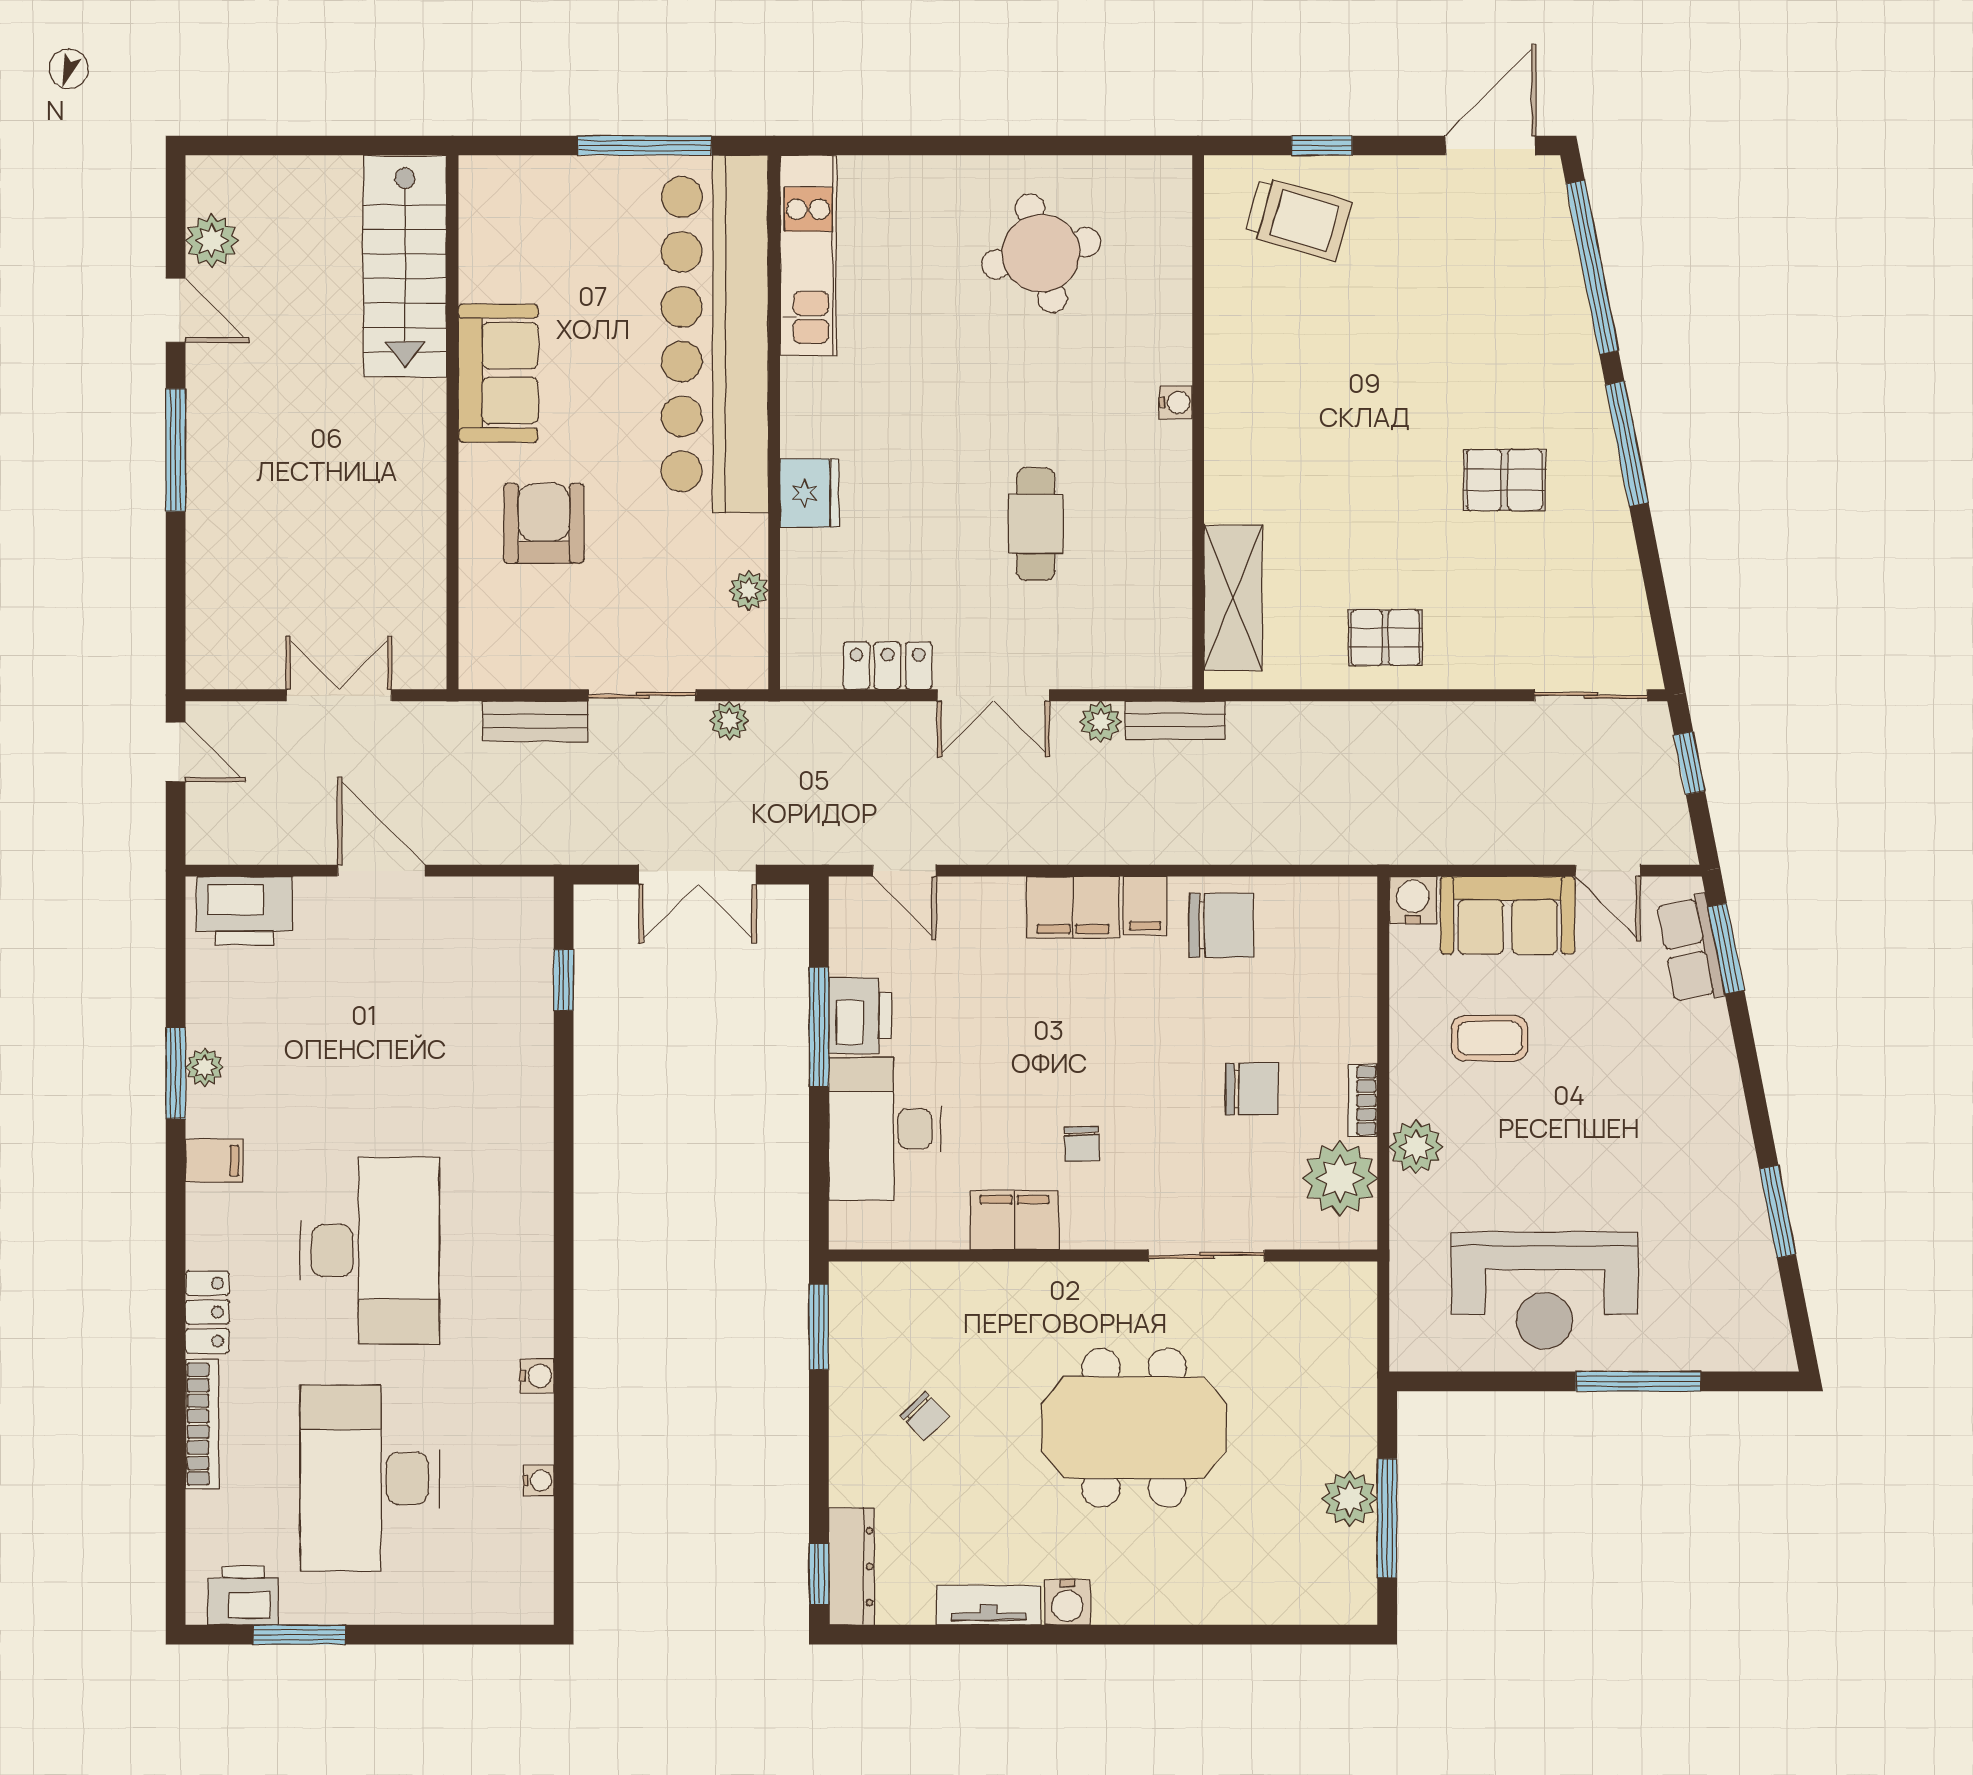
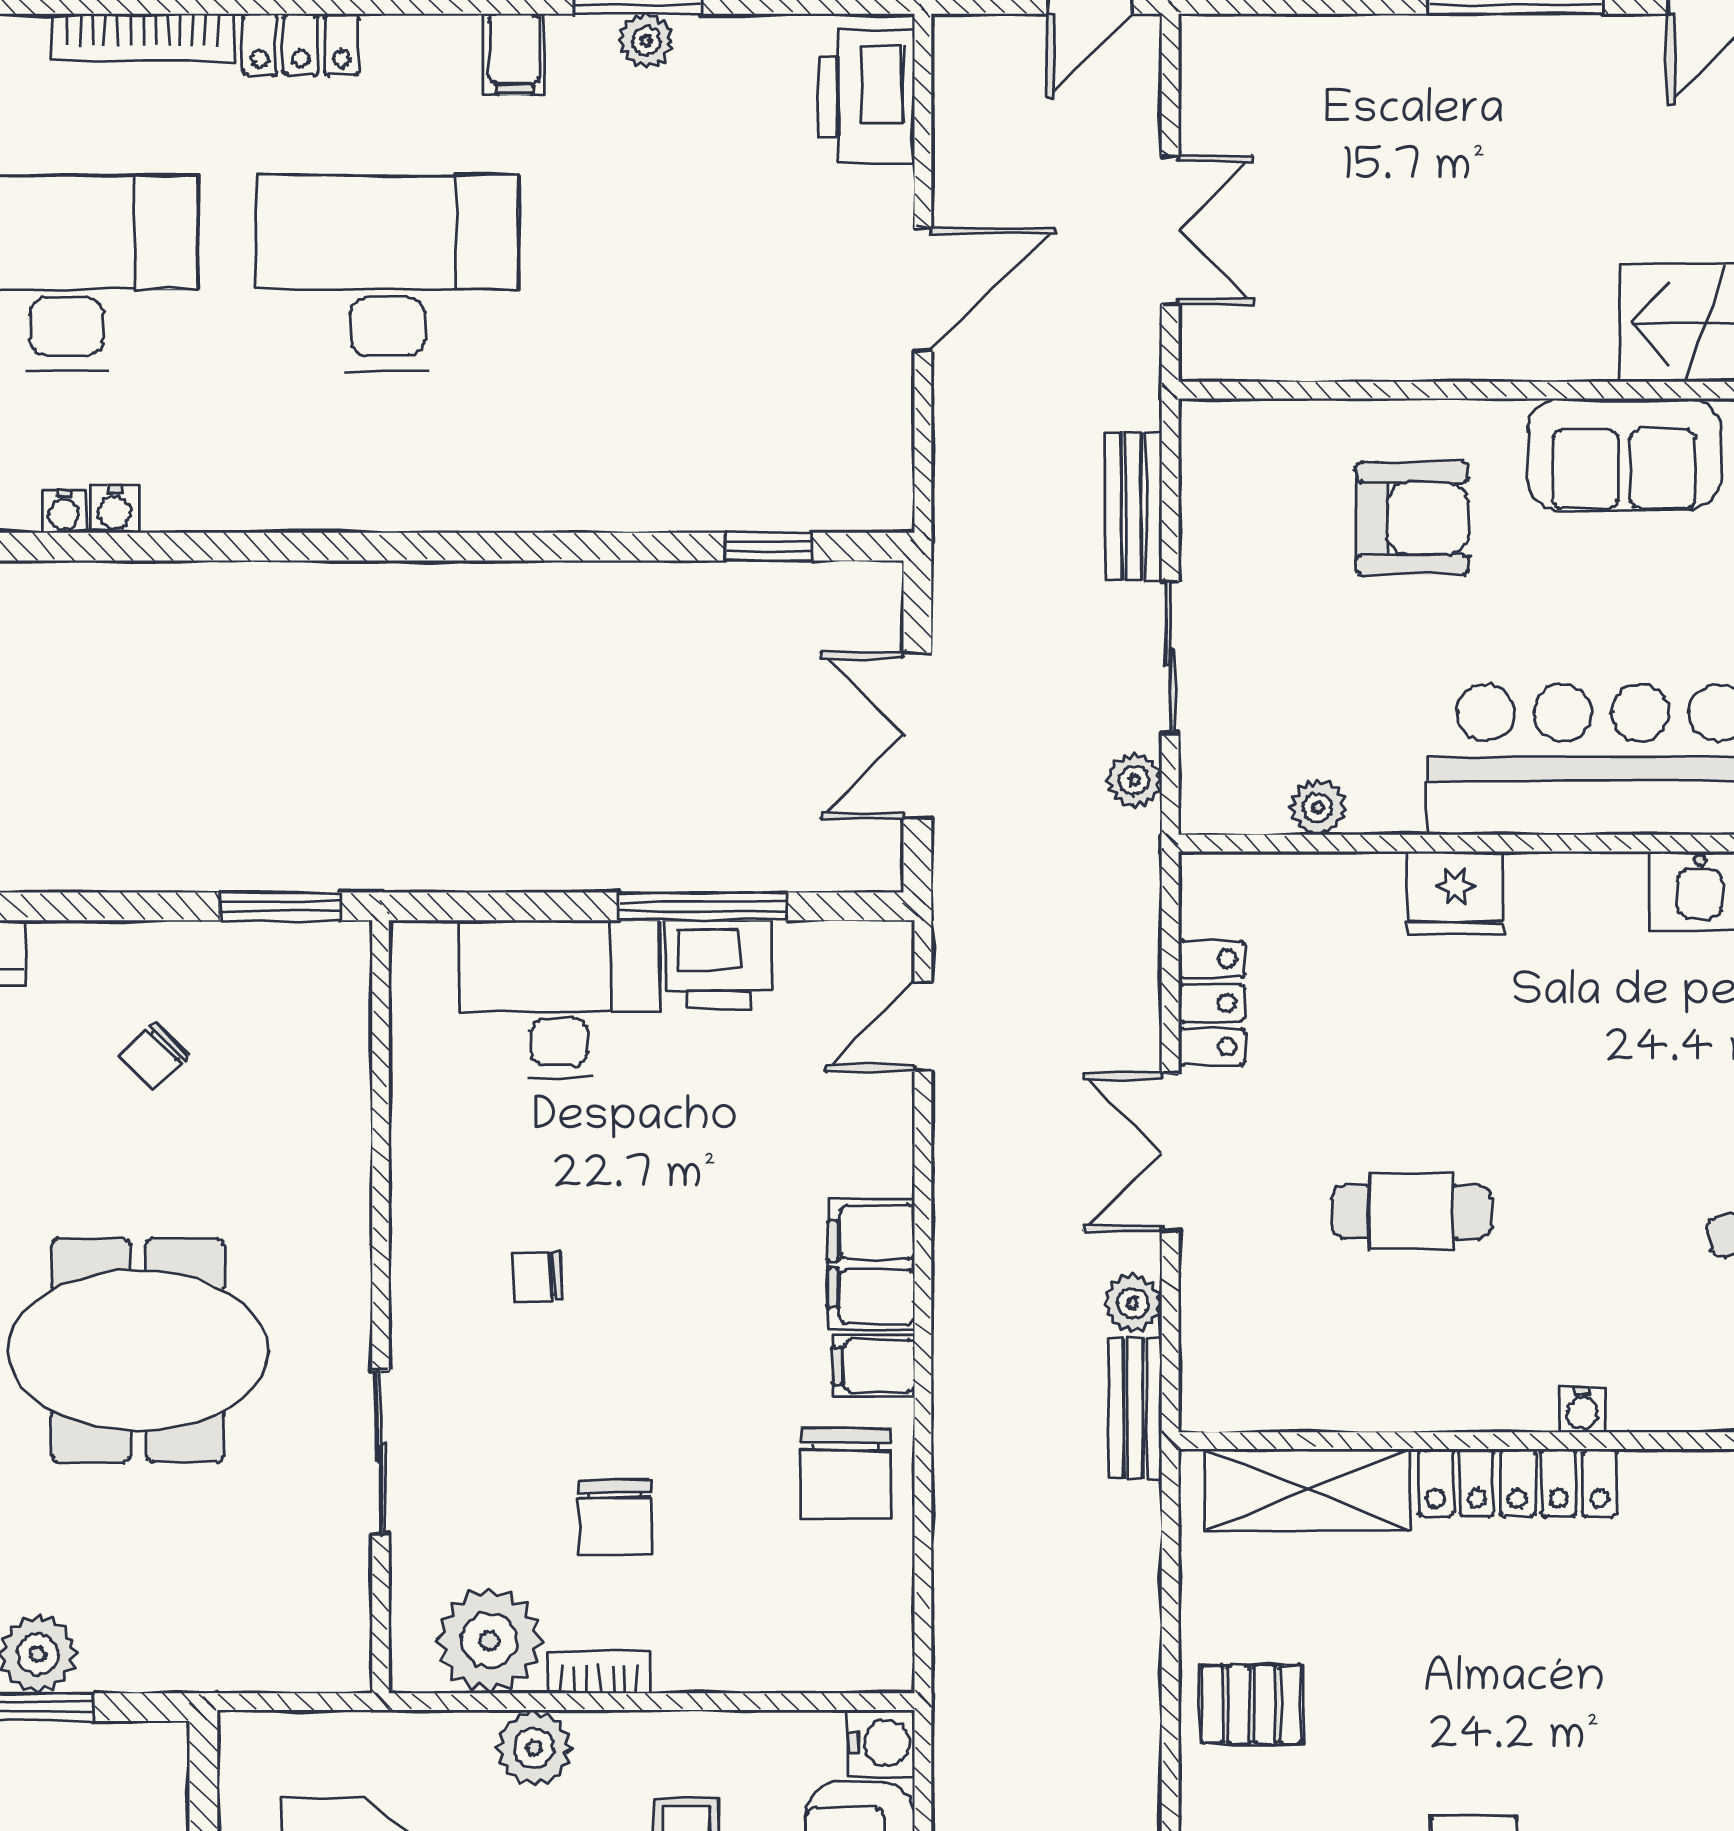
locker: (1228, 449) -> (1518, 1483), added
pallet: (1385, 638) -> (1251, 1704), turned 90
filing cabinet: (1015, 1220) -> (430, 1182), removed
desk: (370, 1251) -> (387, 273), turned 180
water cooler: (537, 1376) -> (115, 509), moved
meeting table: (1134, 1428) -> (138, 1350), turned 90

